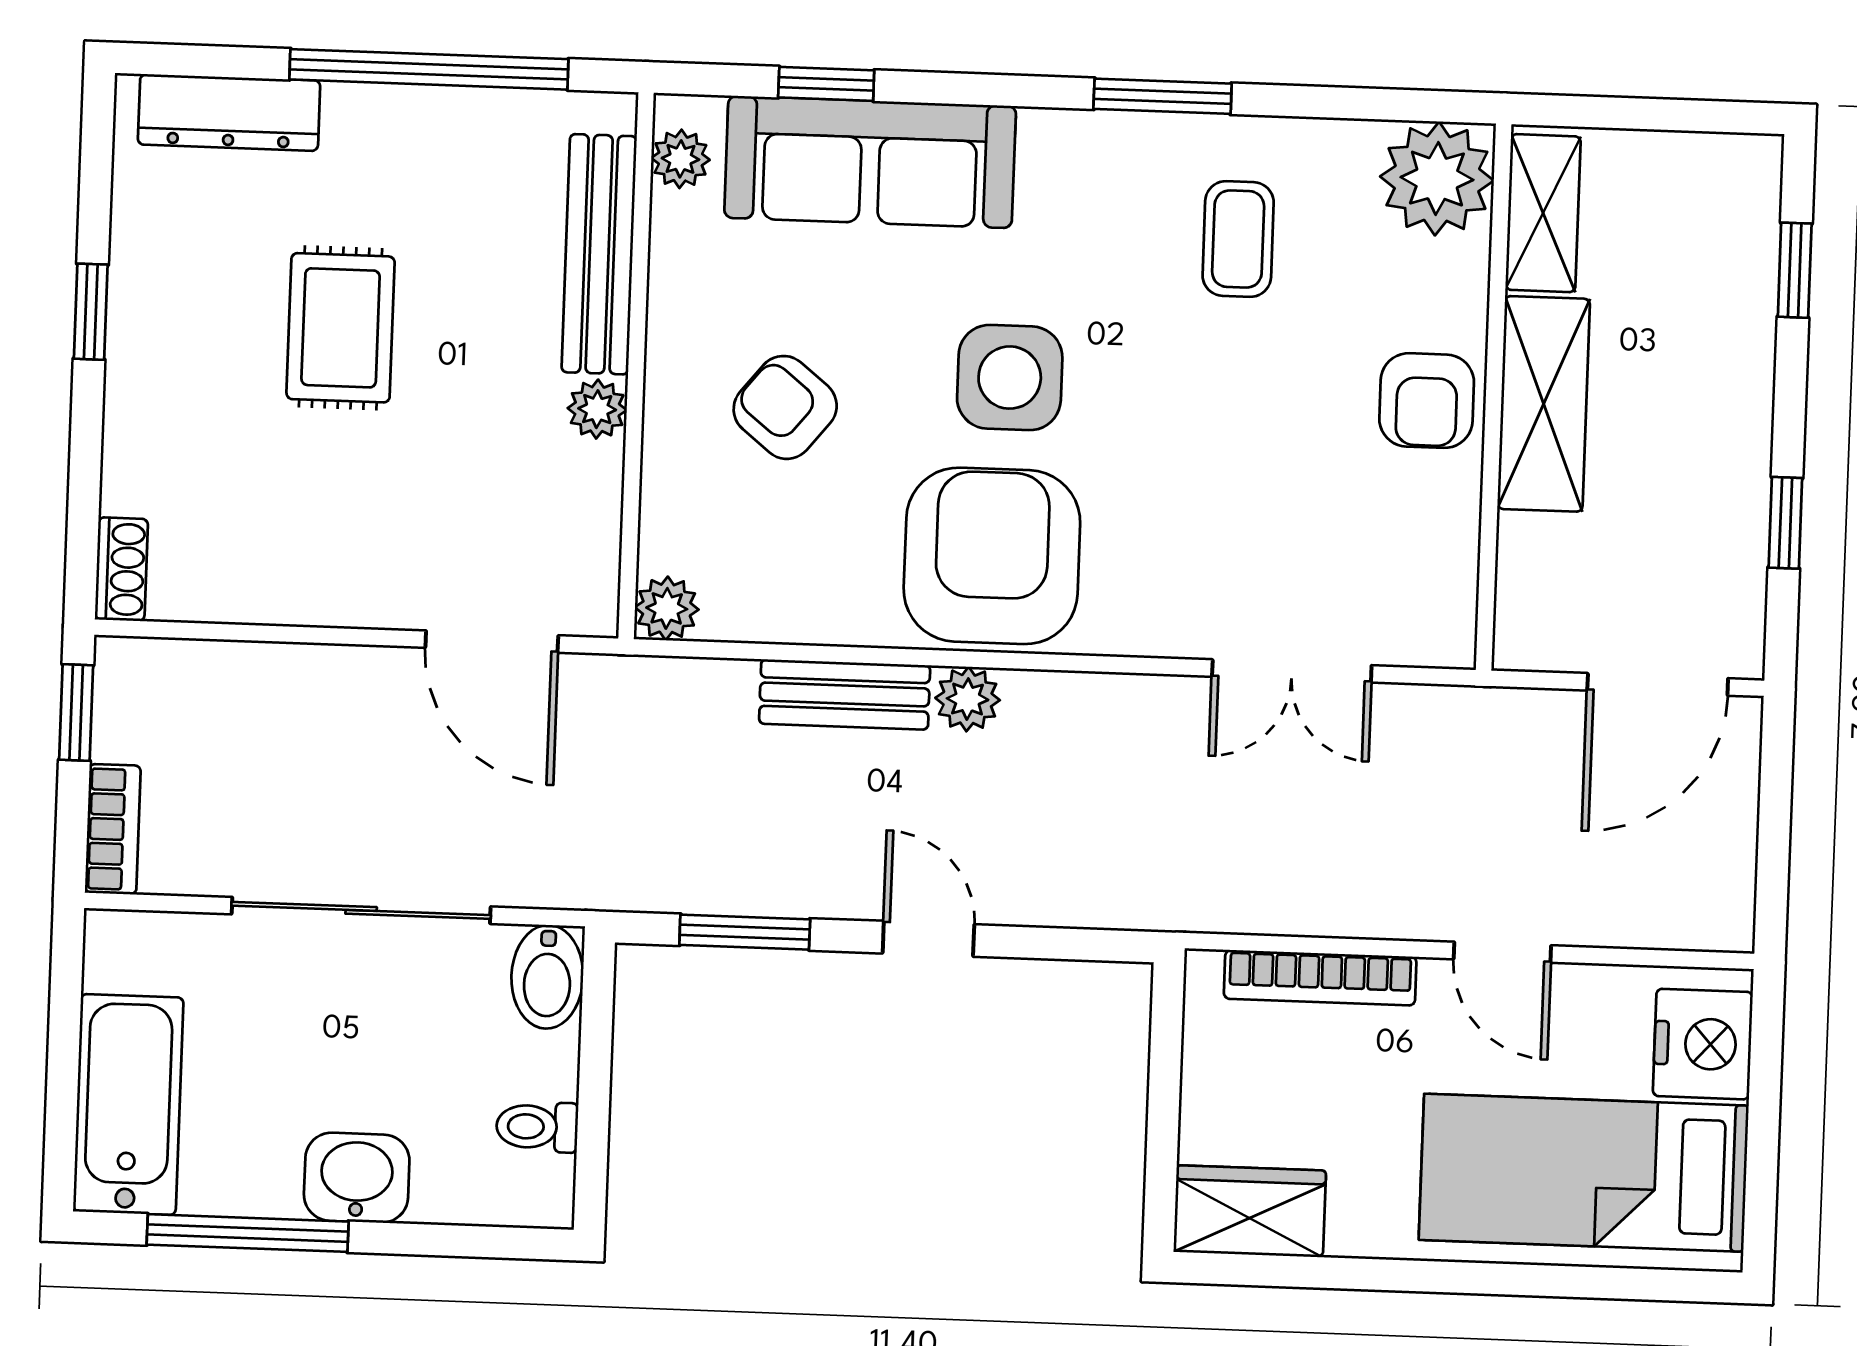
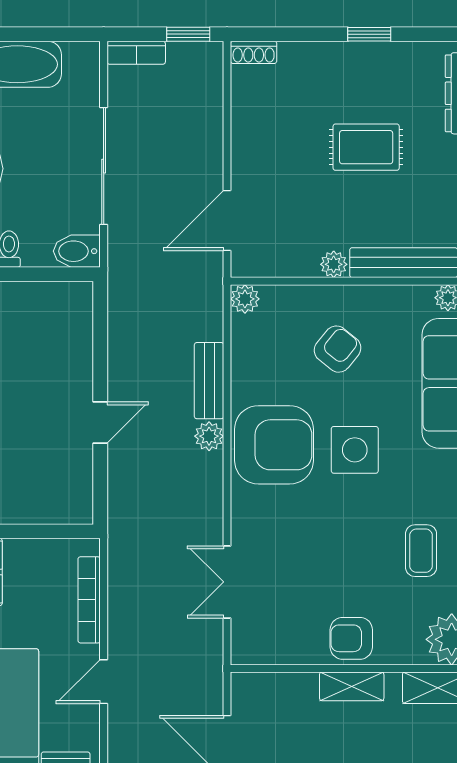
coffee table: (1238, 239) -> (421, 551), turned 90
shelving: (1544, 404) -> (352, 686), width x0.67, depth x0.75
window: (745, 932) -> (100, 339), removed

